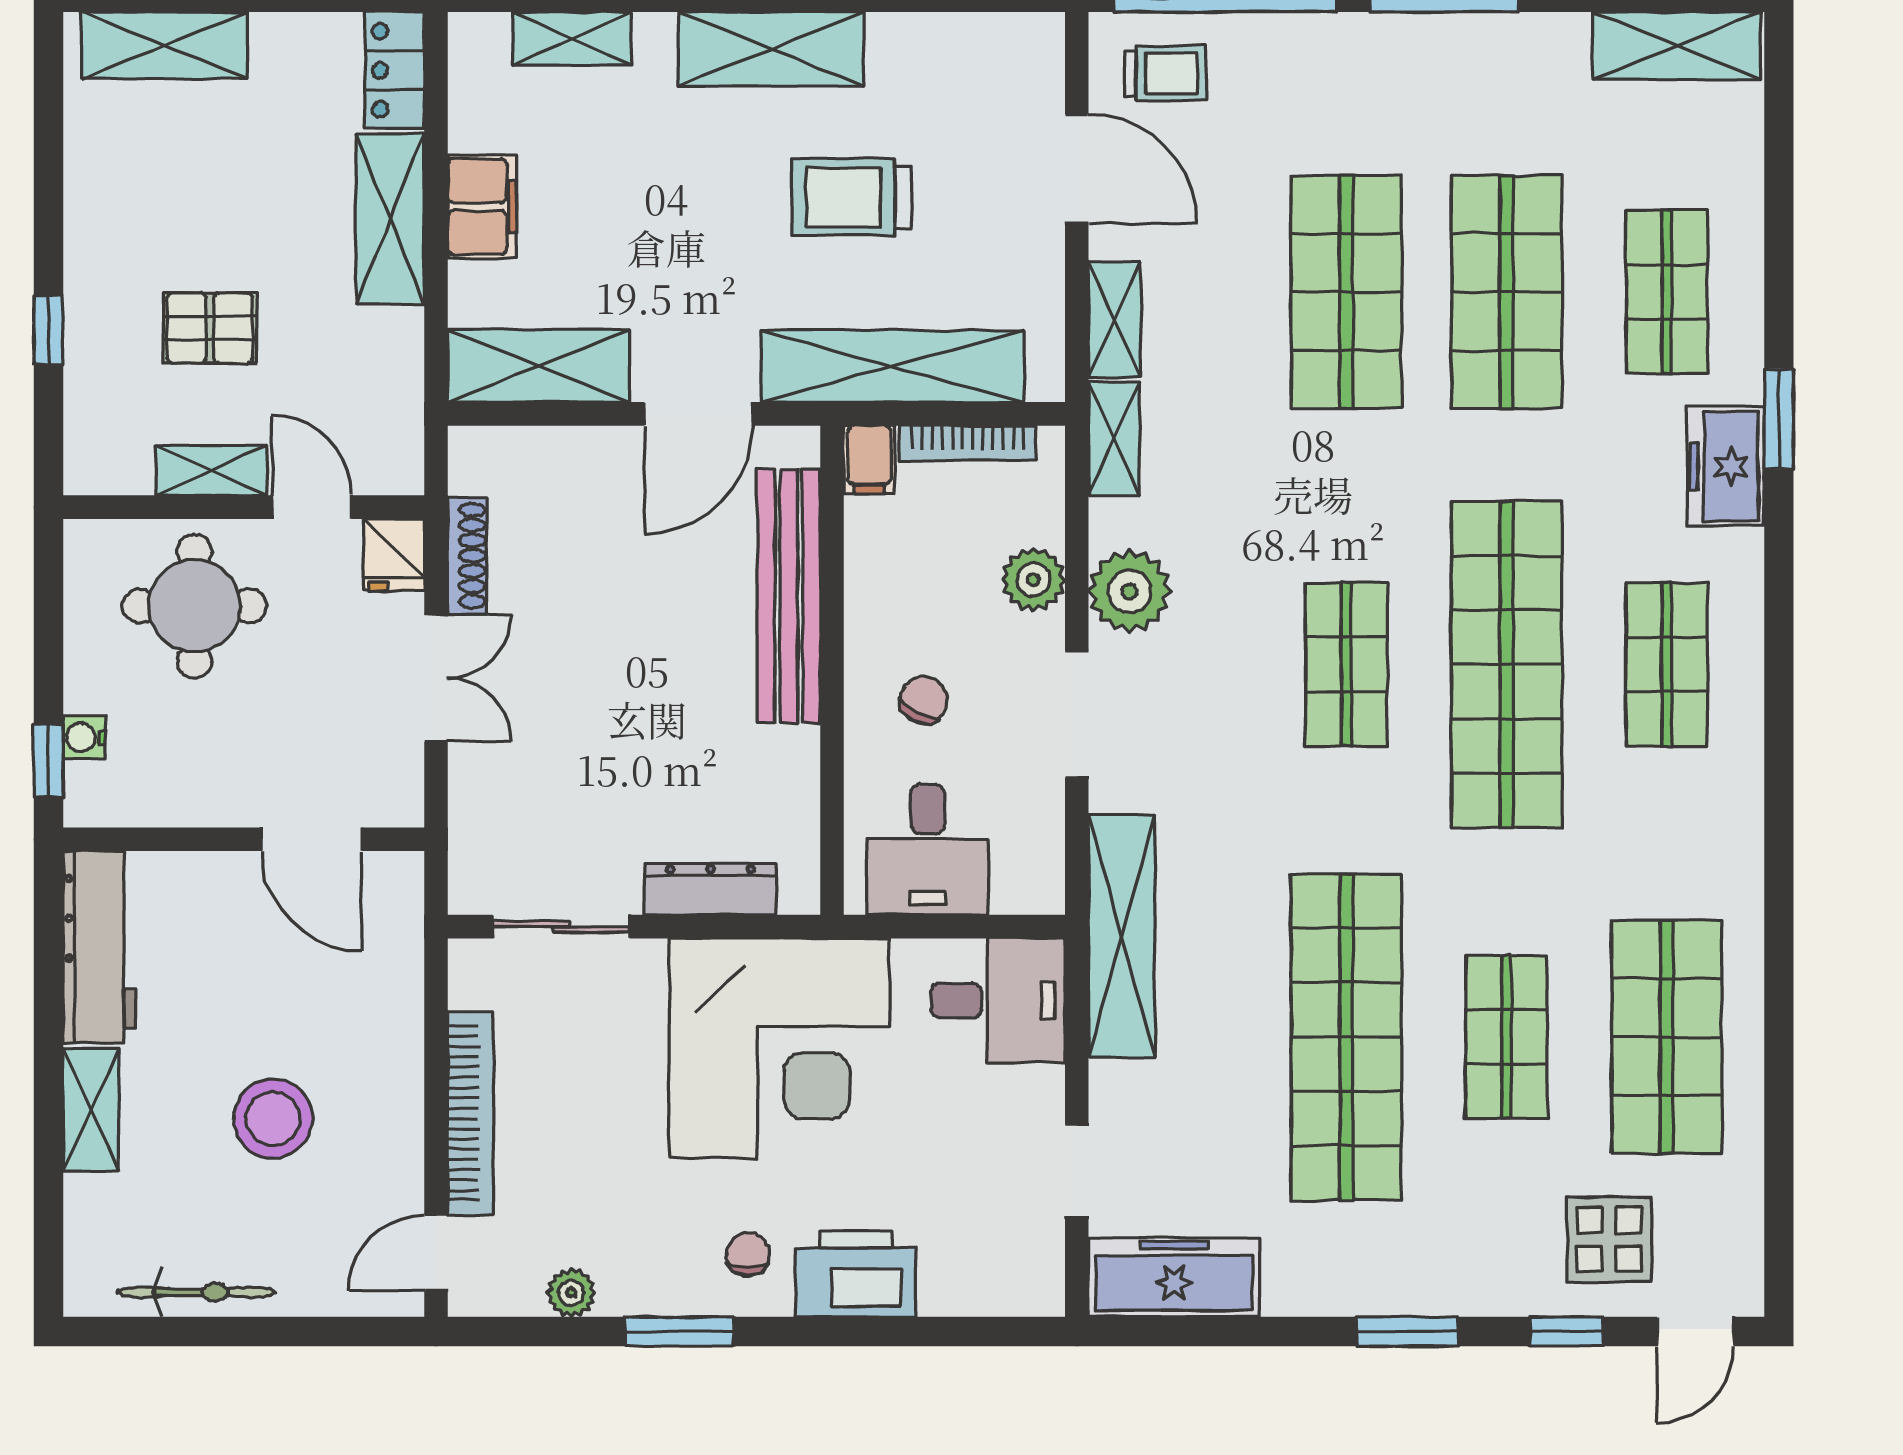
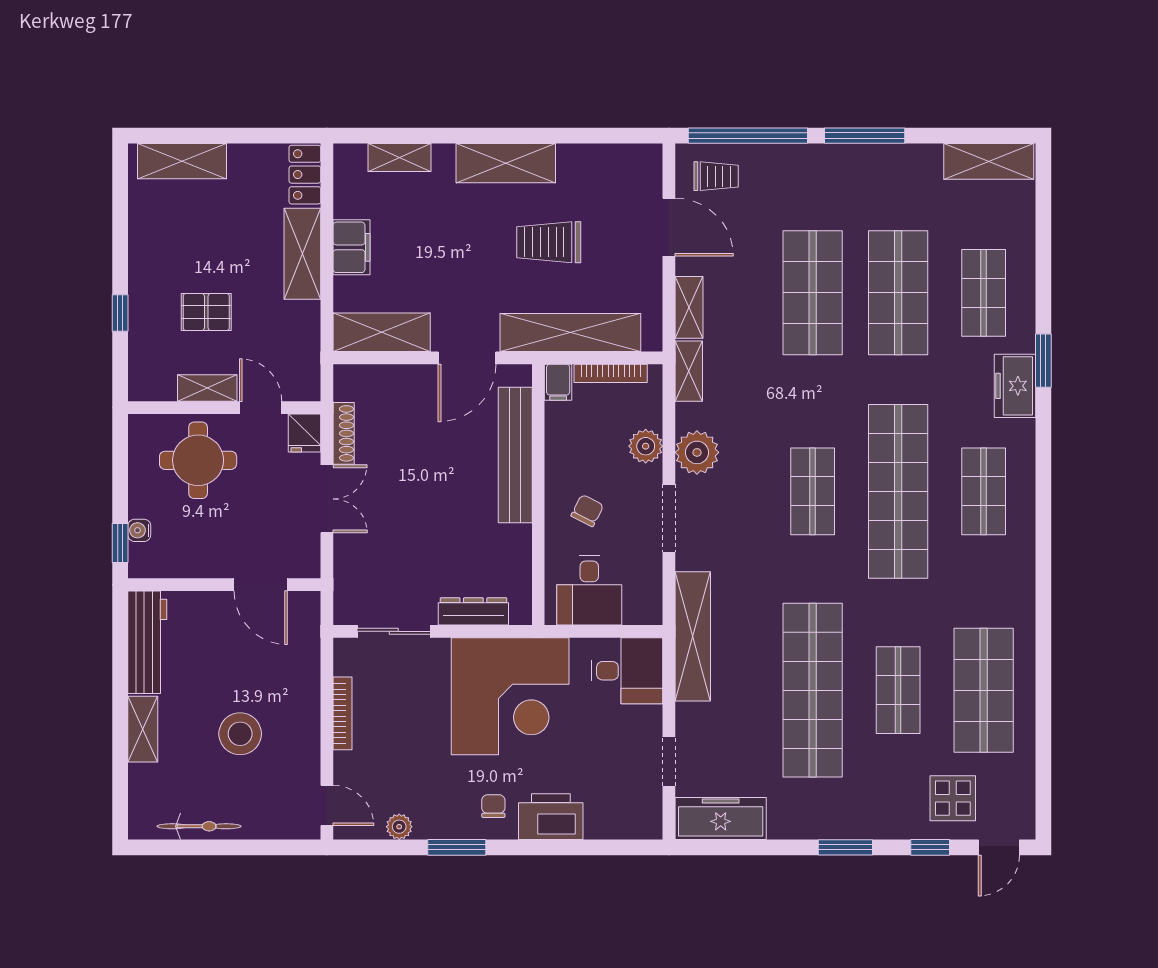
bookcase: (471, 1113) -> (342, 713), width x0.68, depth x0.76
door: (436, 1253) -> (327, 805), swing flipped

